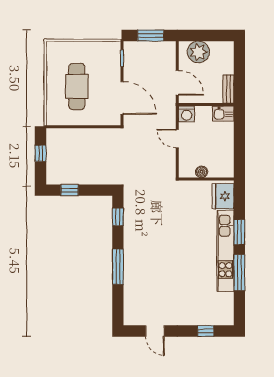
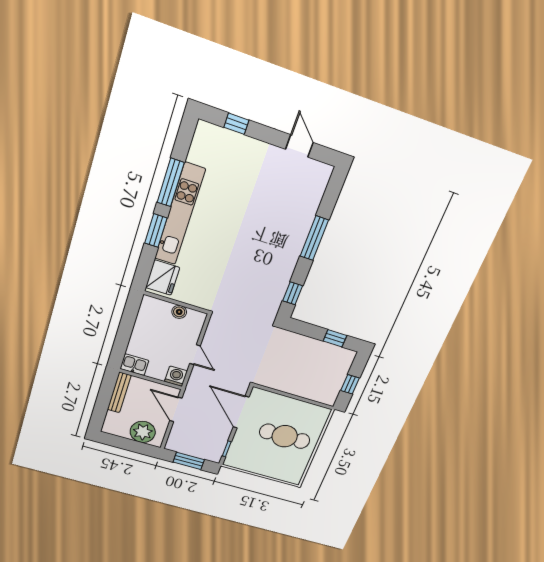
cafe table: (77, 86) -> (285, 436), turned 90
bench: (228, 89) -> (119, 392), width x1.36

